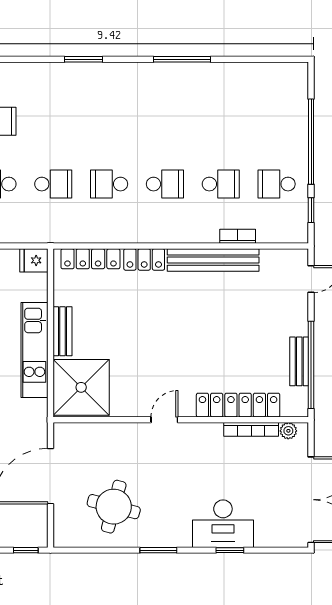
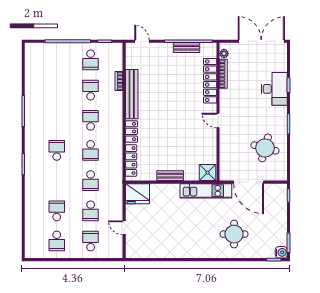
school desk: (109, 121) -> (57, 150), added
school desk: (53, 184) -> (91, 181), turned 180
fridge: (34, 260) -> (138, 194), width x1.88, depth x1.34
kitchen unit: (34, 350) -> (206, 191), moved
shower: (81, 387) -> (208, 173), width x0.54, depth x0.54

